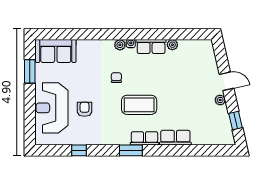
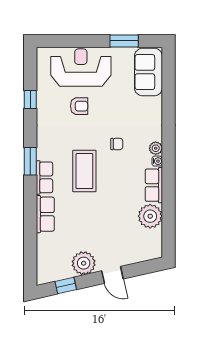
plant: (172, 45) -> (150, 216), width x1.88, depth x1.88
door: (227, 81) -> (112, 275), hinge flipped
plant: (220, 100) -> (84, 263), width x1.88, depth x1.88

